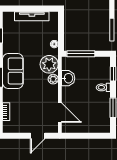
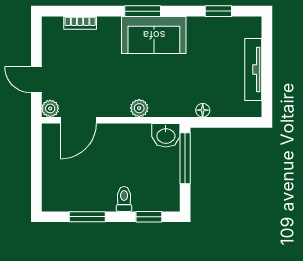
plant: (49, 64) -> (50, 108), moved, width x0.53, depth x0.53
washbasin: (68, 78) -> (166, 135), moved

